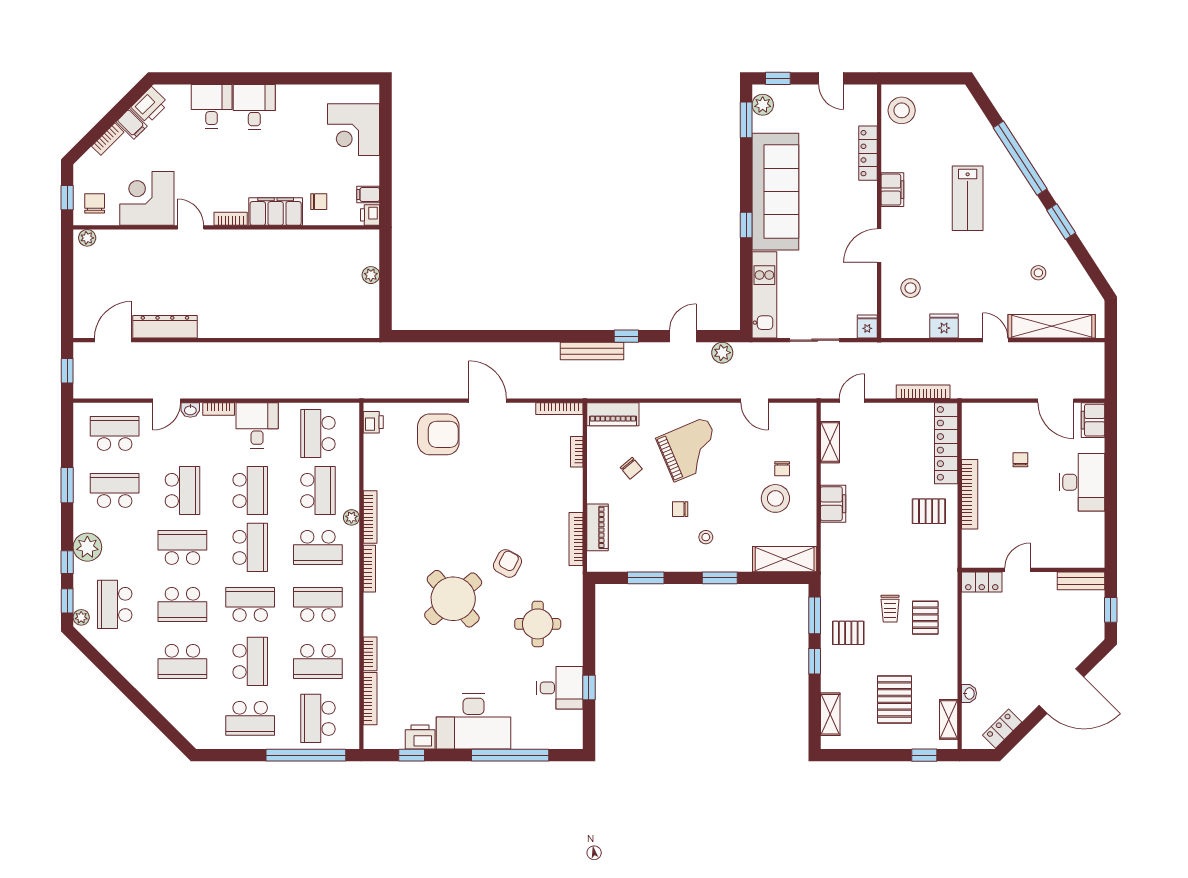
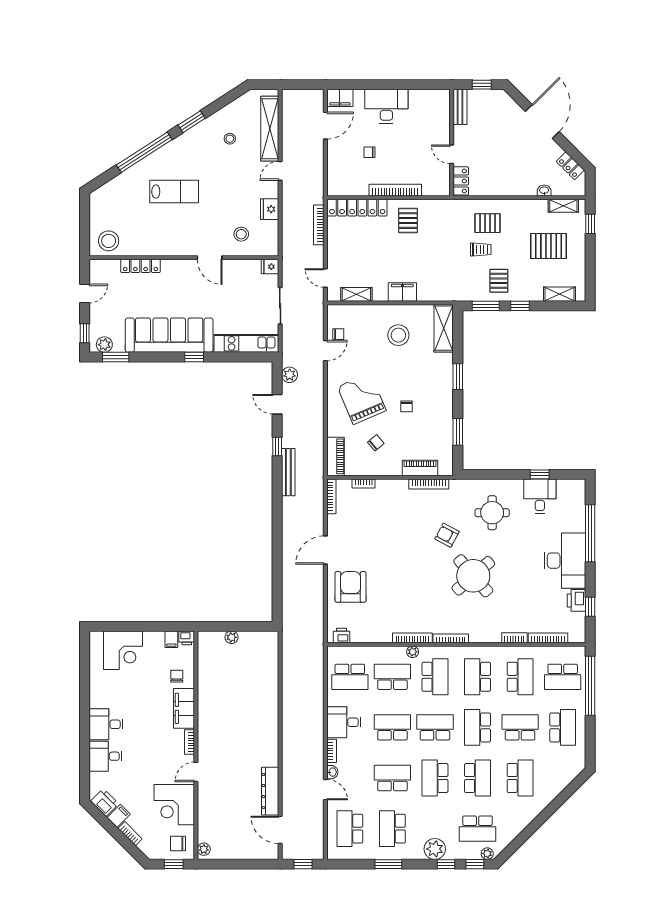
filing cabinet: (892, 190) -> (168, 248), removed
chair: (782, 469) -> (338, 334), moved
stool: (706, 537) -> (427, 387), removed

